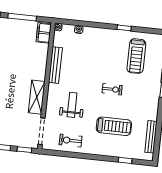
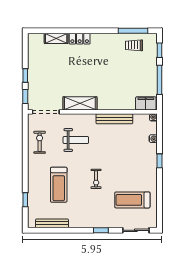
window: (124, 28) -> (159, 161), moved

